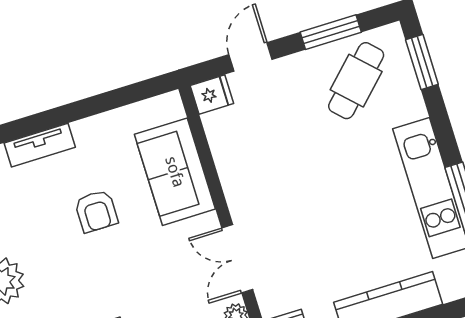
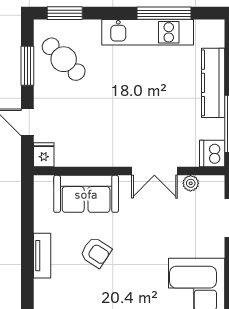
tv unit: (40, 145) -> (42, 256), moved
armchair: (96, 211) -> (96, 252), turned 33

